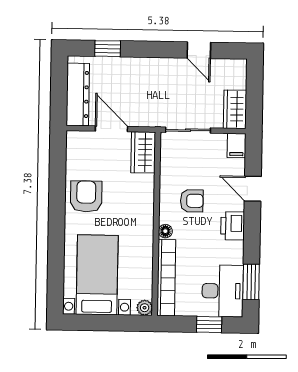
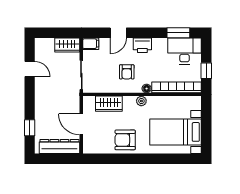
door: (199, 50) -> (30, 69), hinge flipped
door: (111, 129) -> (81, 124), hinge flipped
wardrobe: (143, 152) -> (109, 104), moved
armchair: (192, 201) -> (127, 72), turned 180
plant: (145, 308) -> (141, 101), moved
window: (209, 325) -> (206, 71), moved

